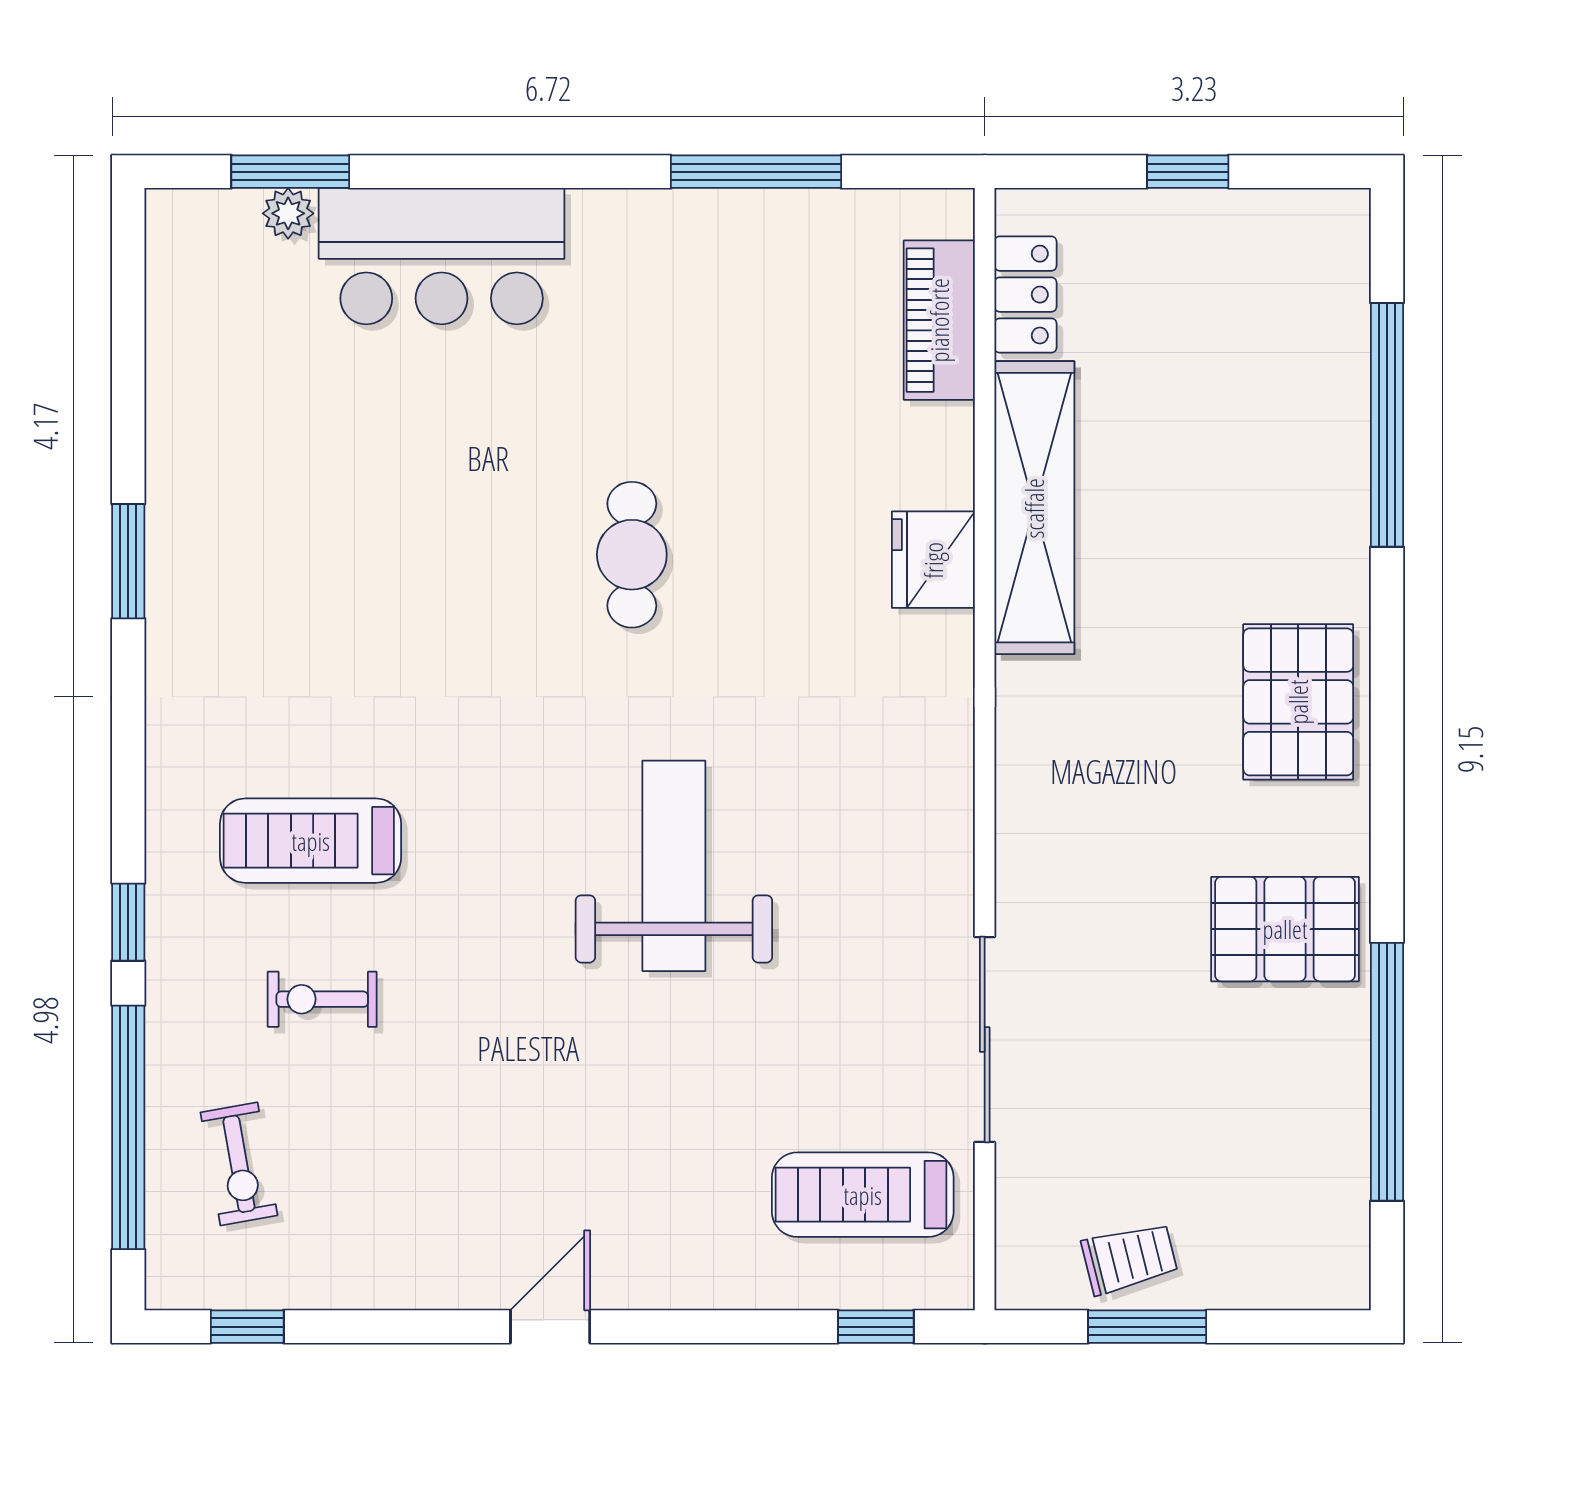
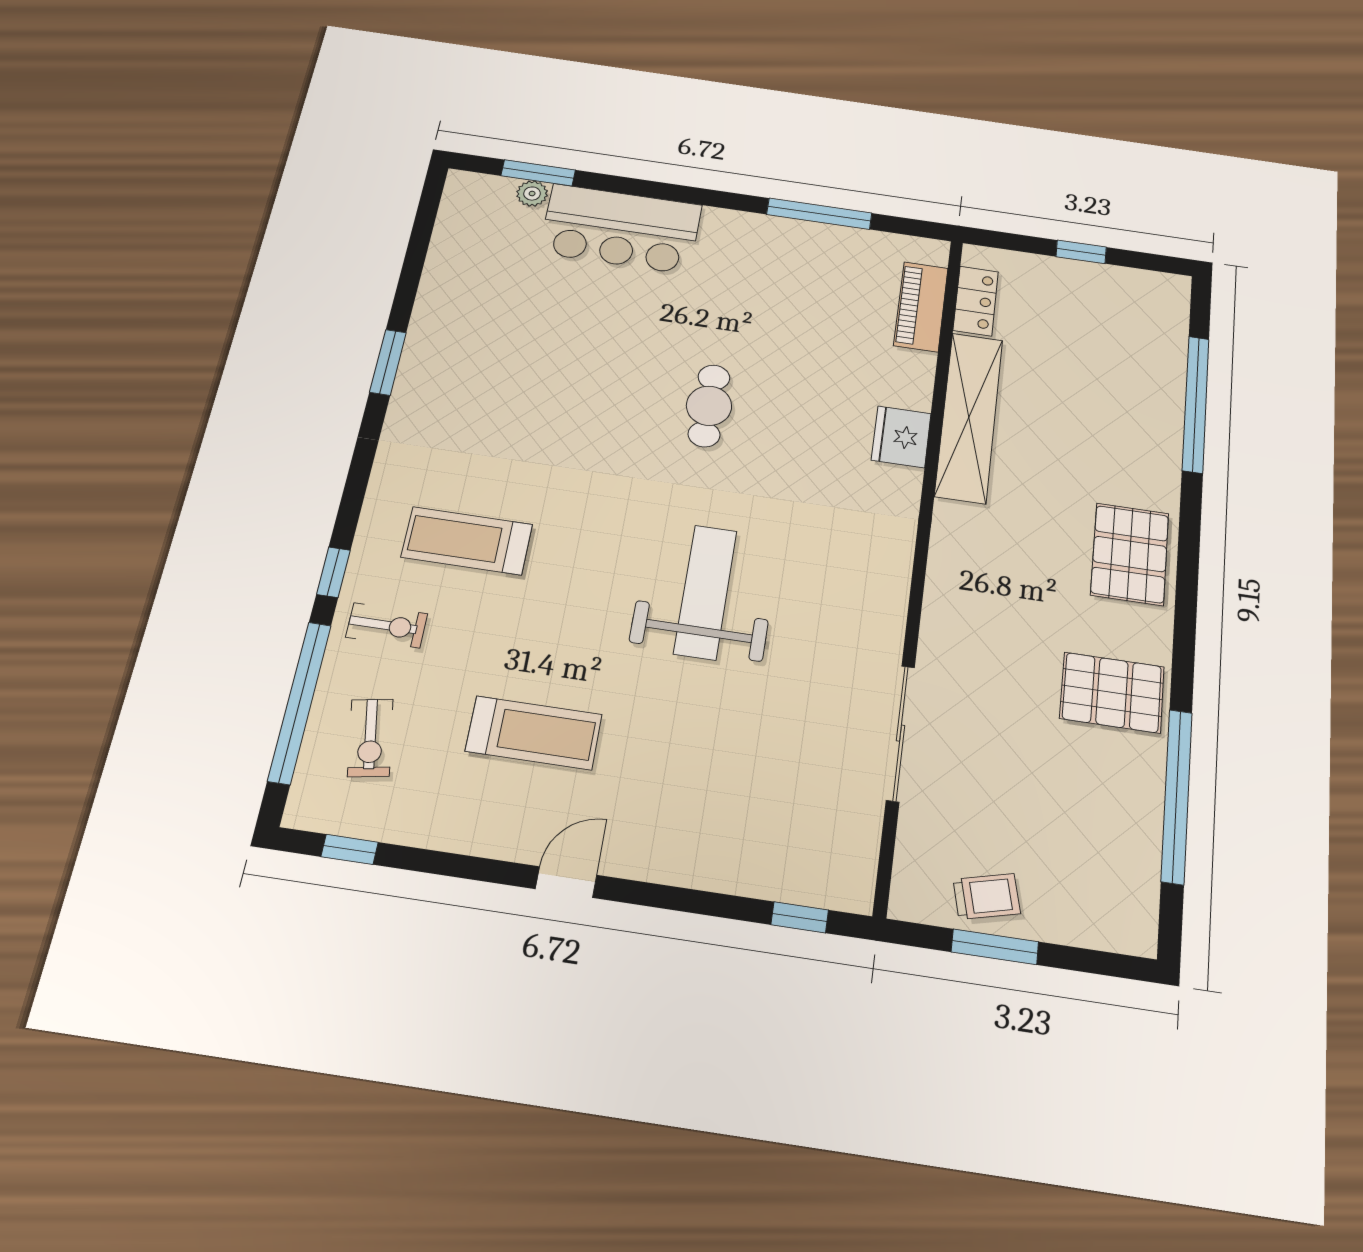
exercise bike: (322, 999) -> (387, 625), moved, turned 180
treadmill: (863, 1195) -> (534, 733), moved, turned 180

